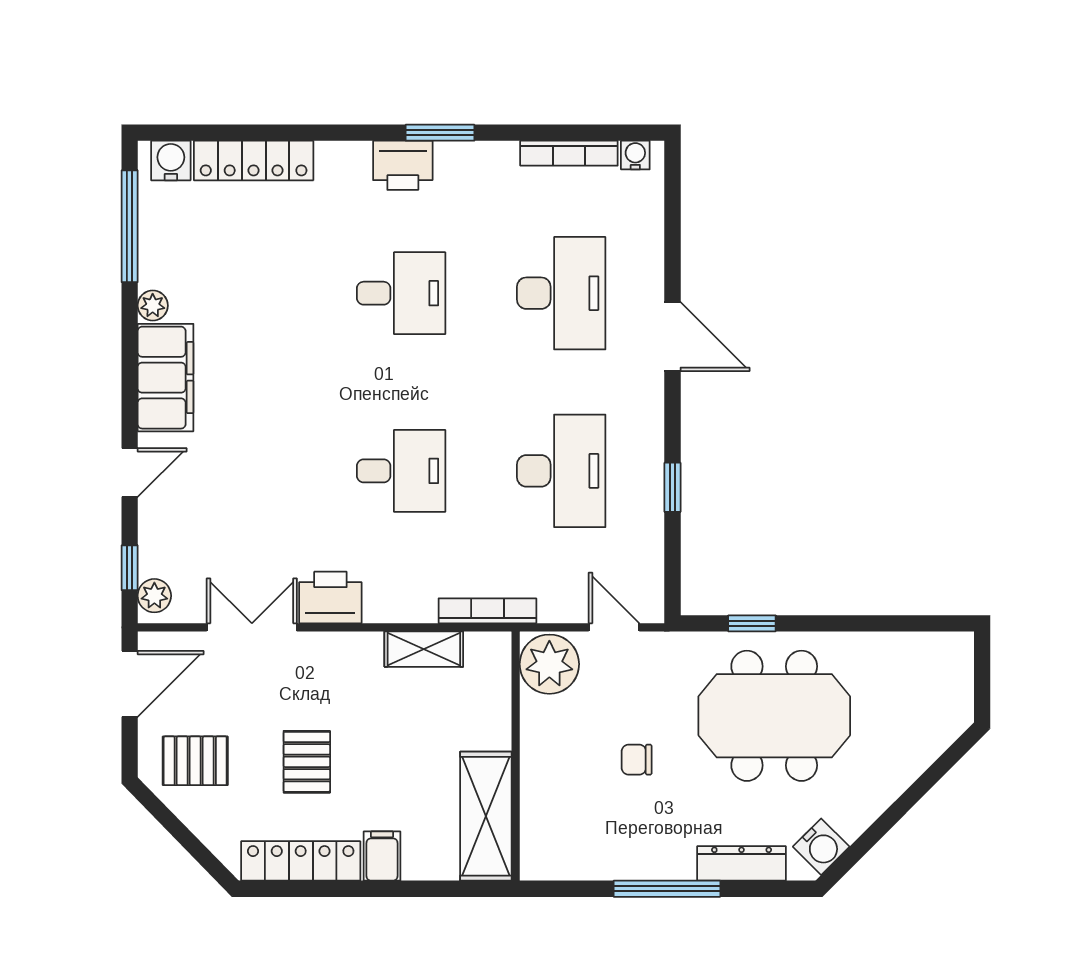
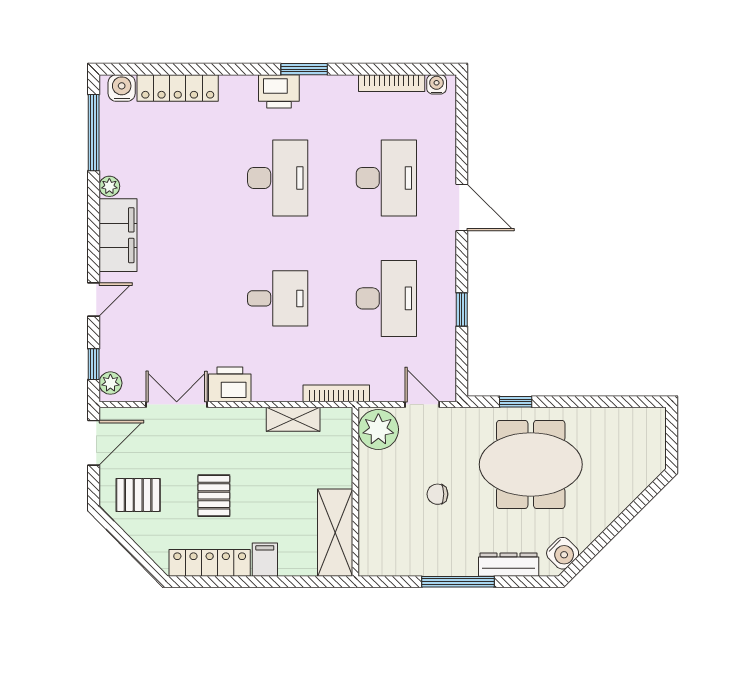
desk: (401, 293) -> (278, 178), width x1.37

